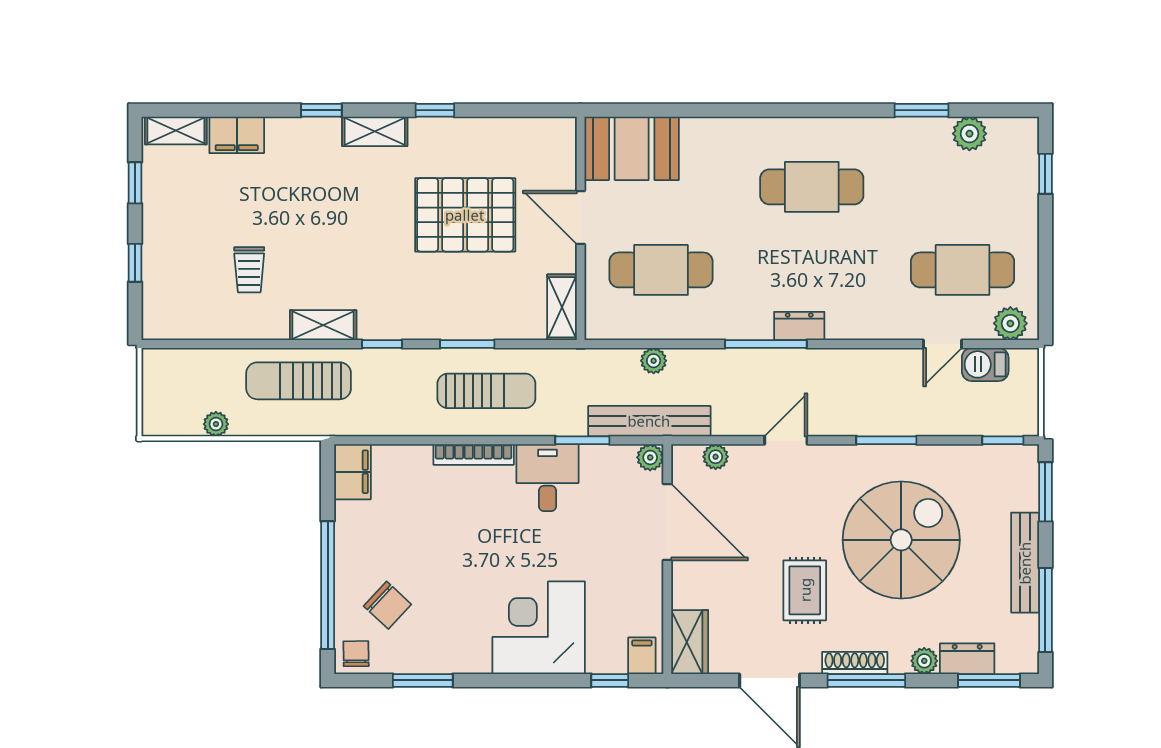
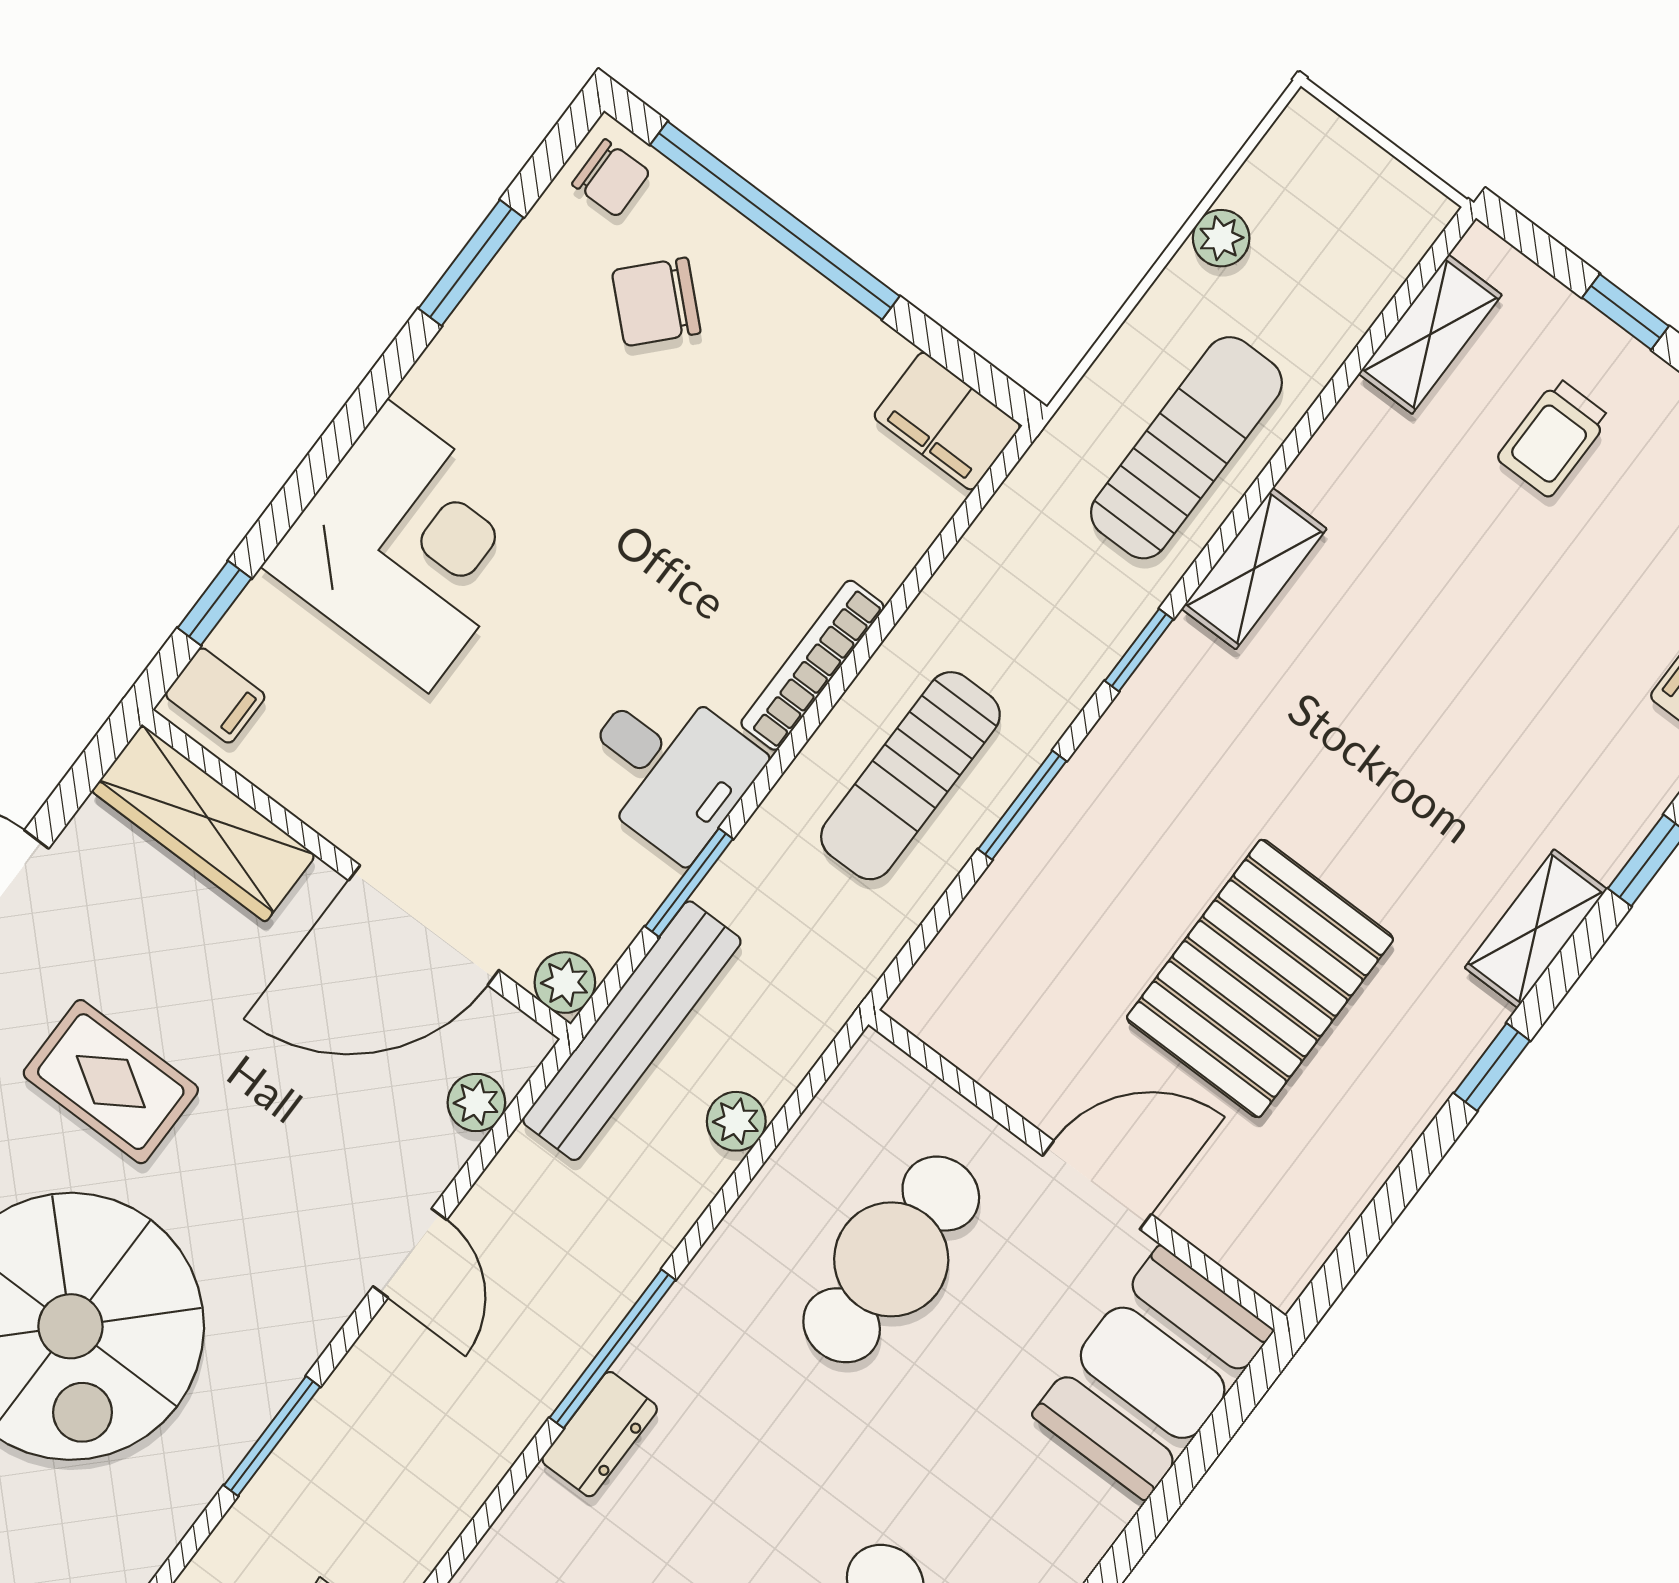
trolley: (249, 270) -> (1553, 438), moved, turned -90
shelving: (562, 307) -> (1430, 334), moved, turned 90
wardrobe: (690, 642) -> (204, 823), width x1.50

